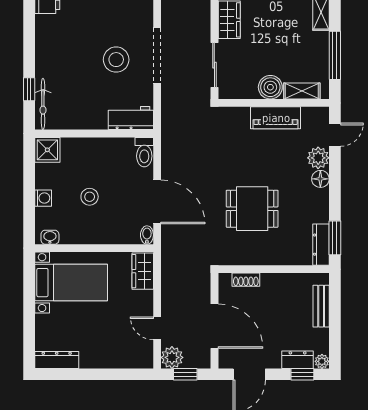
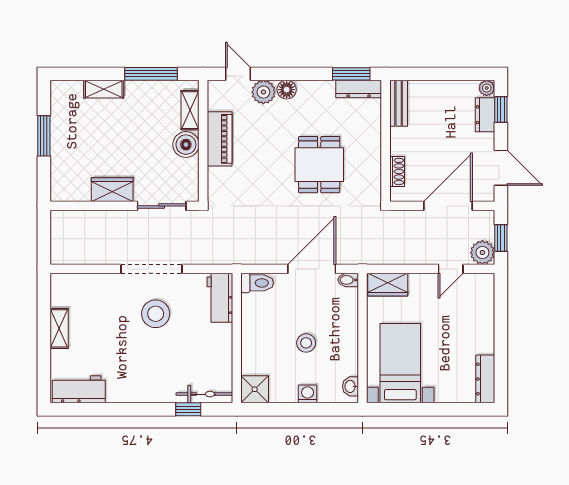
bench: (321, 306) -> (399, 103), moved, turned 90

